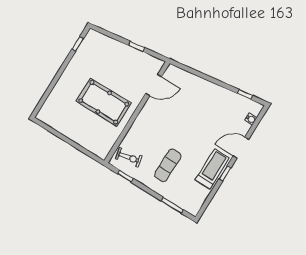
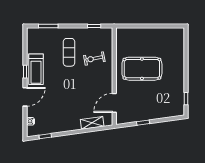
shelving: (189, 78) -> (92, 123), added
exercise bike: (129, 157) -> (94, 58), moved

